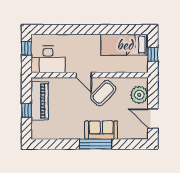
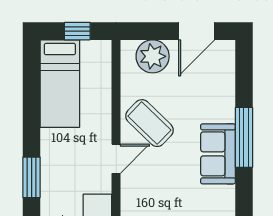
window: (74, 29) -> (32, 177), added
sofa: (101, 130) -> (218, 154), moved

